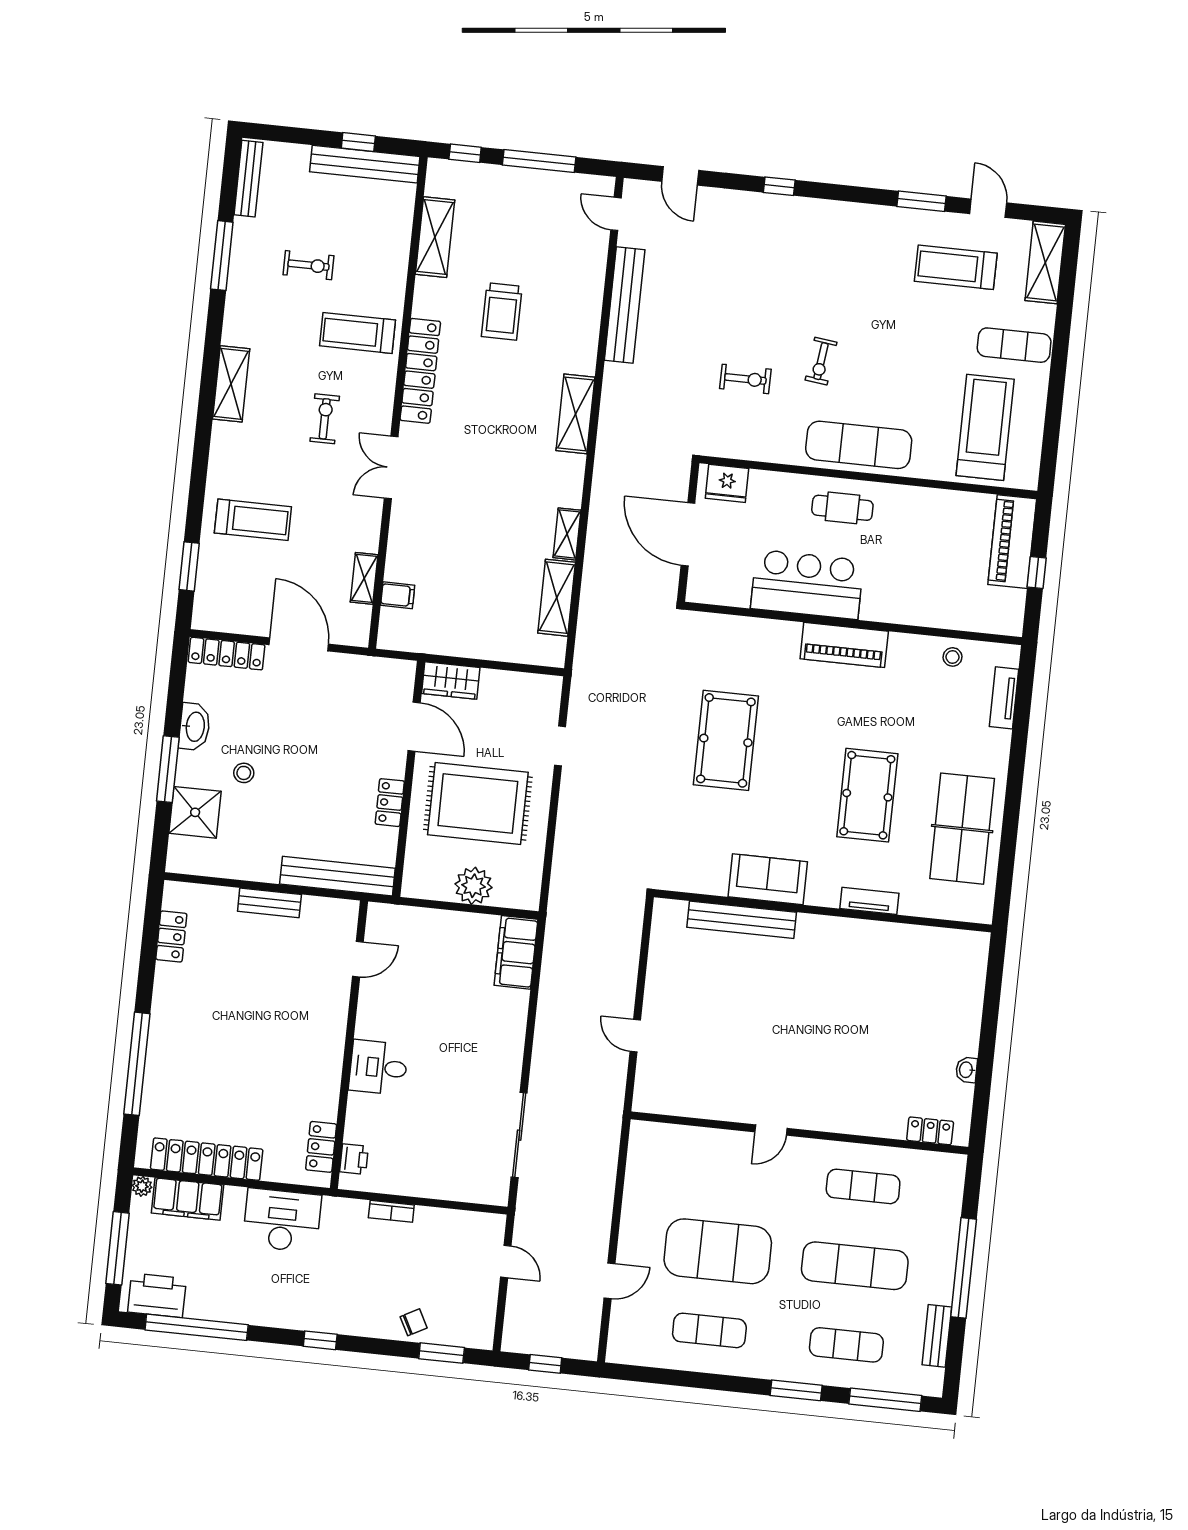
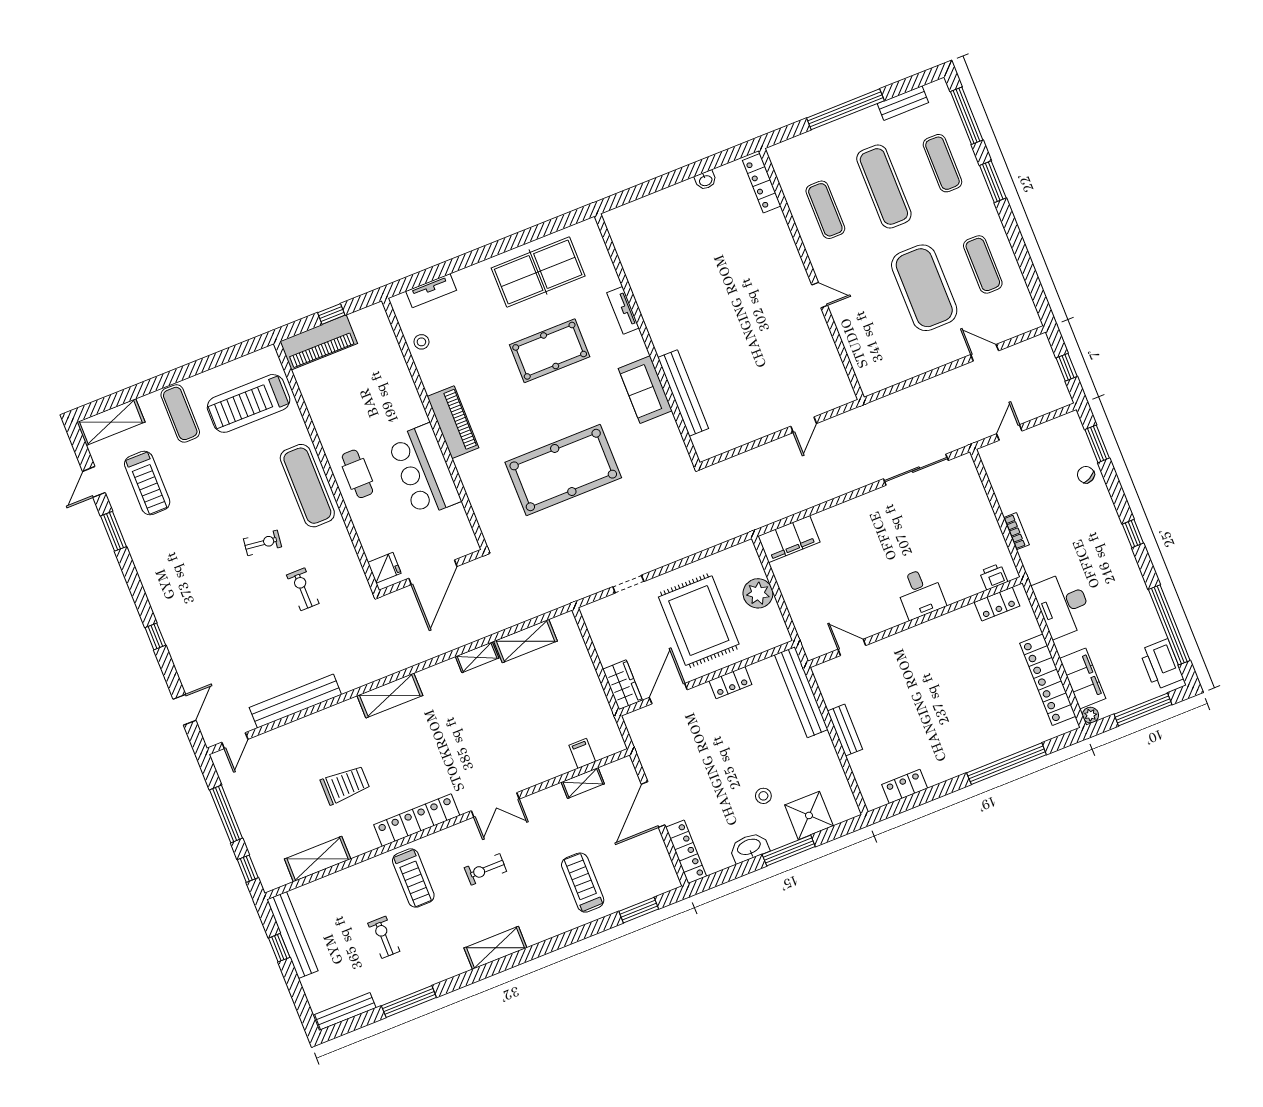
fridge: (727, 483) -> (384, 568), width x0.72
pool table: (726, 740) -> (563, 470), width x1.36, depth x1.32
locker: (930, 1131) -> (762, 183), width x1.53

